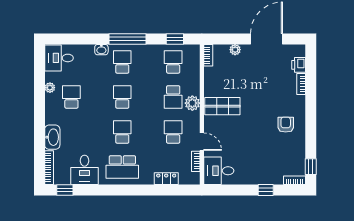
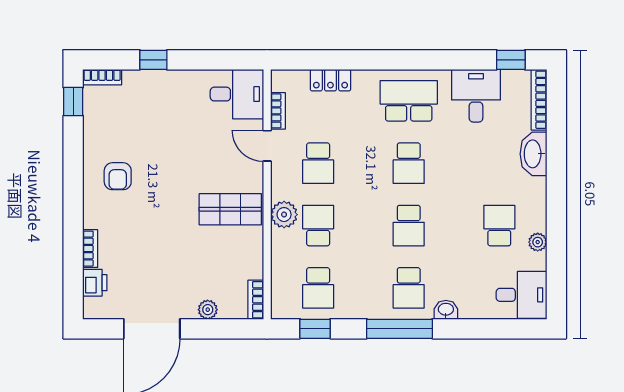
school desk: (71, 97) -> (499, 226), turned 180

